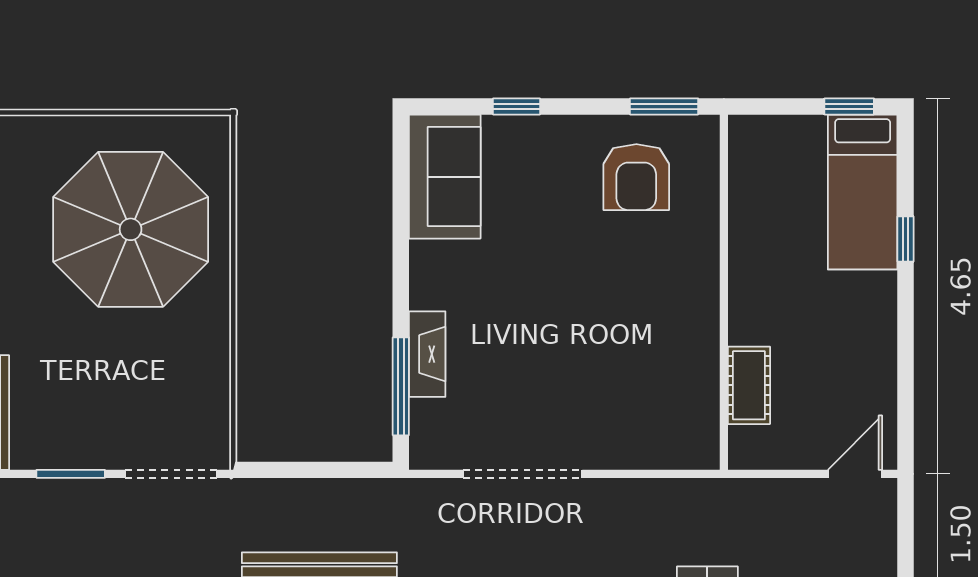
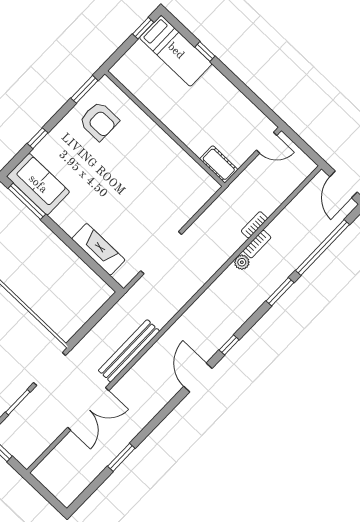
fireplace: (427, 354) -> (98, 249), width x1.37, depth x1.32
cot: (749, 385) -> (219, 164), moved
window: (401, 386) -> (27, 201), moved
door: (855, 474) -> (267, 143), swing flipped

